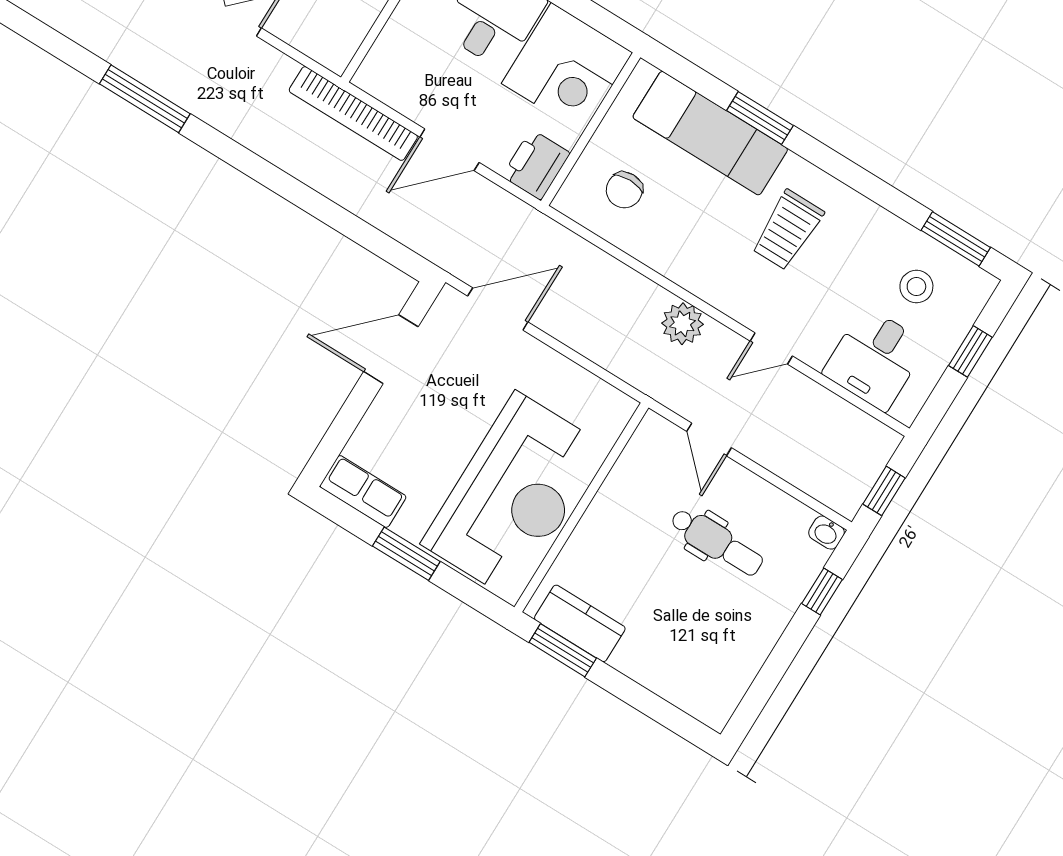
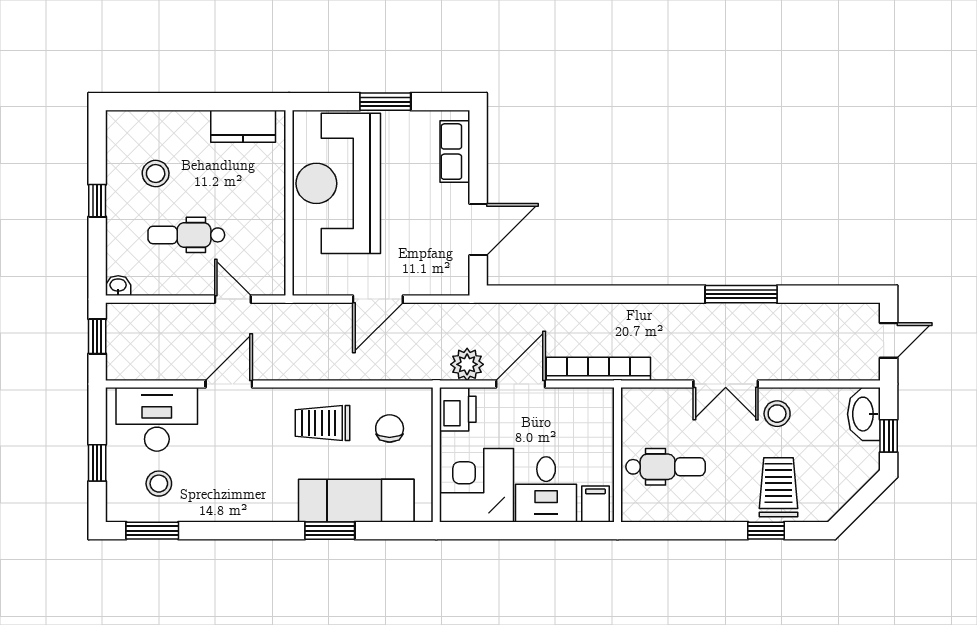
trolley: (787, 230) -> (323, 423), moved, turned -90
door: (498, 309) -> (378, 299), moved
plant: (682, 324) -> (467, 364), moved
door: (771, 348) -> (229, 384), width x1.38
desk: (875, 359) -> (157, 419), width x1.37
row of seats: (363, 492) -> (455, 152), moved, turned 90
window: (822, 592) -> (97, 201), moved
stool: (709, 631) -> (156, 174), added
window: (563, 650) -> (243, 102), removed

